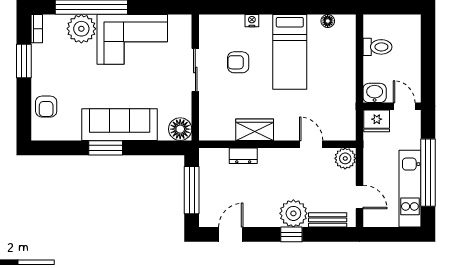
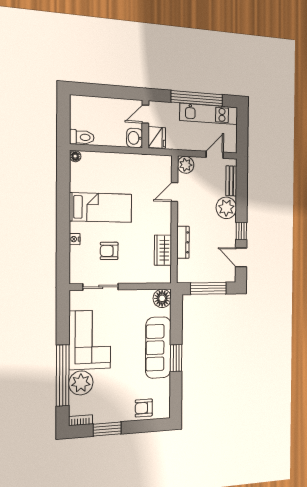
floor lamp: (328, 21) -> (75, 156), moved
toilet: (377, 47) -> (82, 137), moved, turned 90
armchair: (238, 62) -> (109, 251), turned 90
sliding door: (195, 70) -> (101, 287), moved
armchair: (46, 107) -> (144, 408), turned 180
wardrobe: (255, 130) -> (163, 250), moved
dresser: (243, 156) -> (183, 242), width x1.44
window: (291, 234) -> (241, 231), moved

